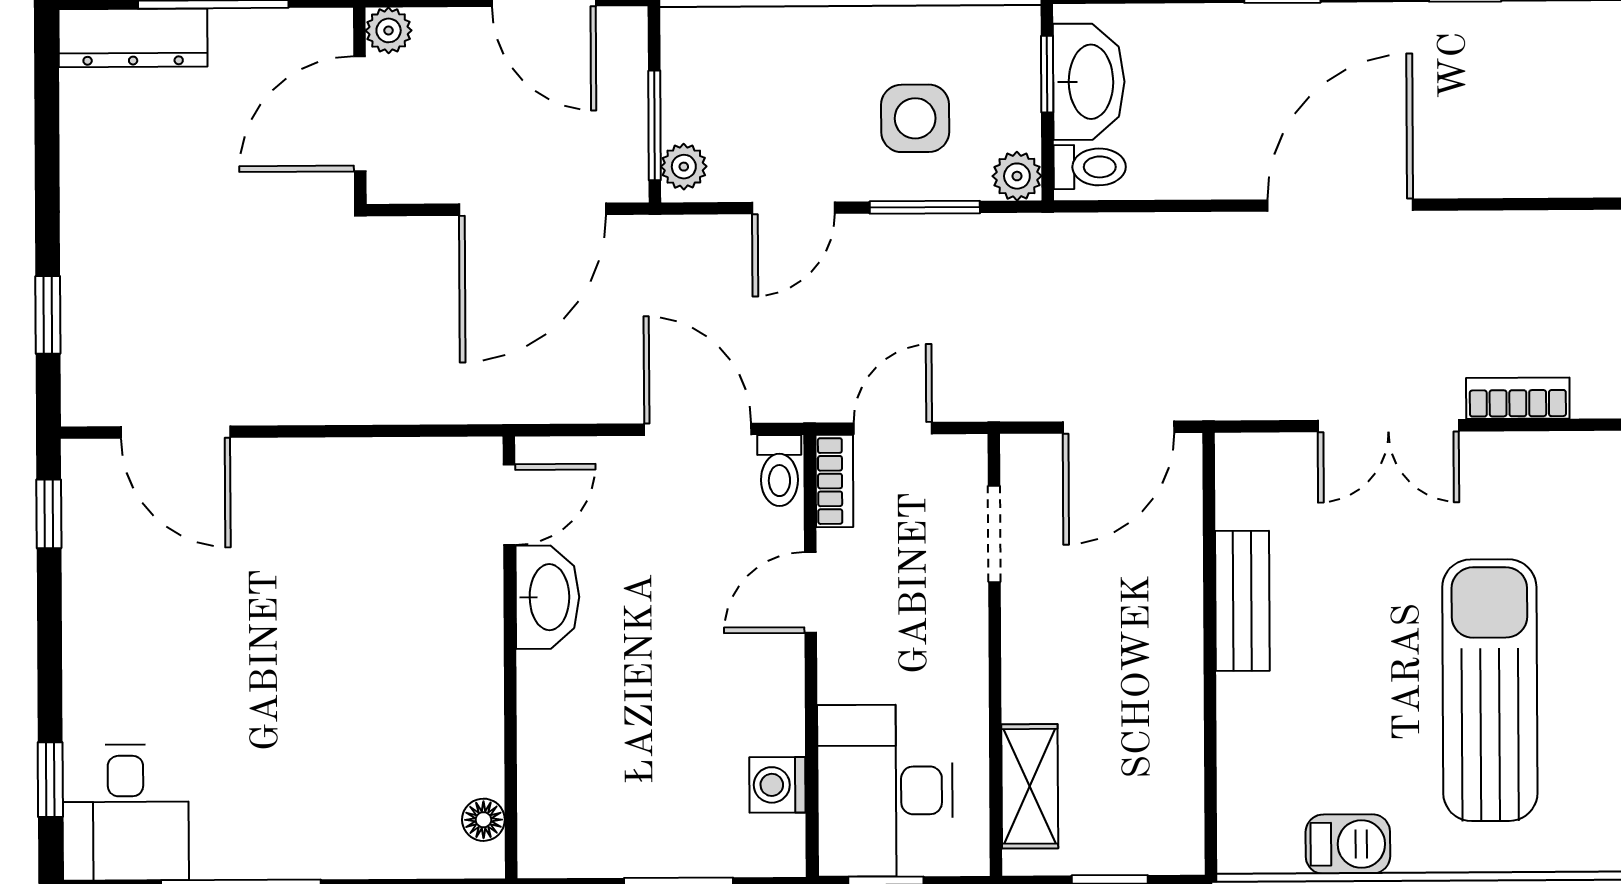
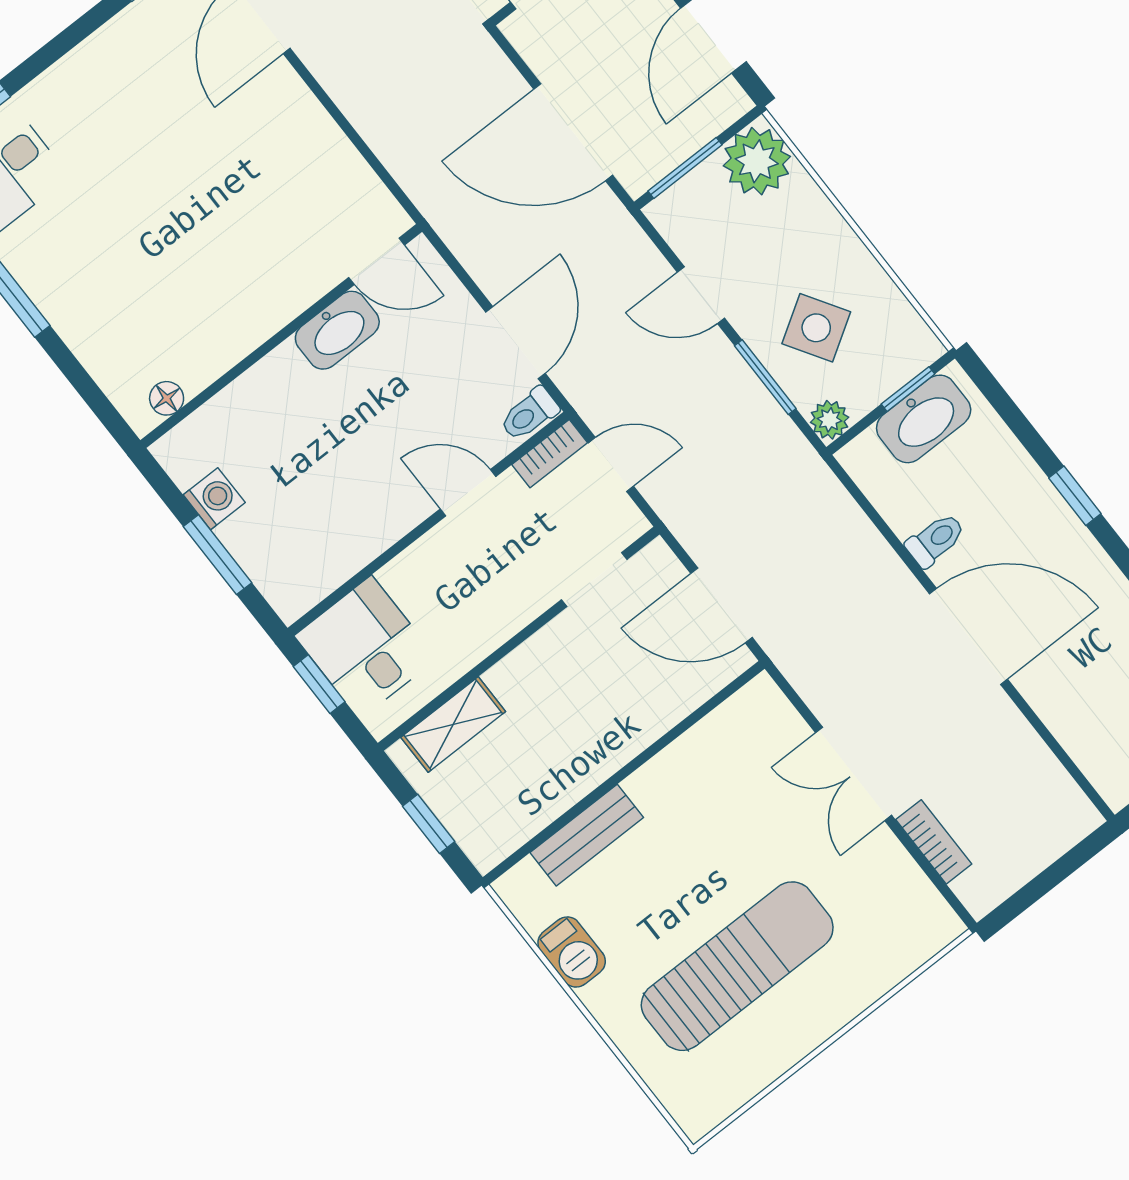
side table: (915, 118) -> (816, 328), turned -32
plant: (684, 167) -> (757, 161), moved, width x1.87, depth x1.87
toilet: (1090, 167) -> (935, 540), moved, turned -90
bench: (1242, 601) -> (587, 835), moved
washing machine: (777, 785) -> (214, 499), moved, turned 90
desk: (885, 791) -> (366, 647), width x0.73

